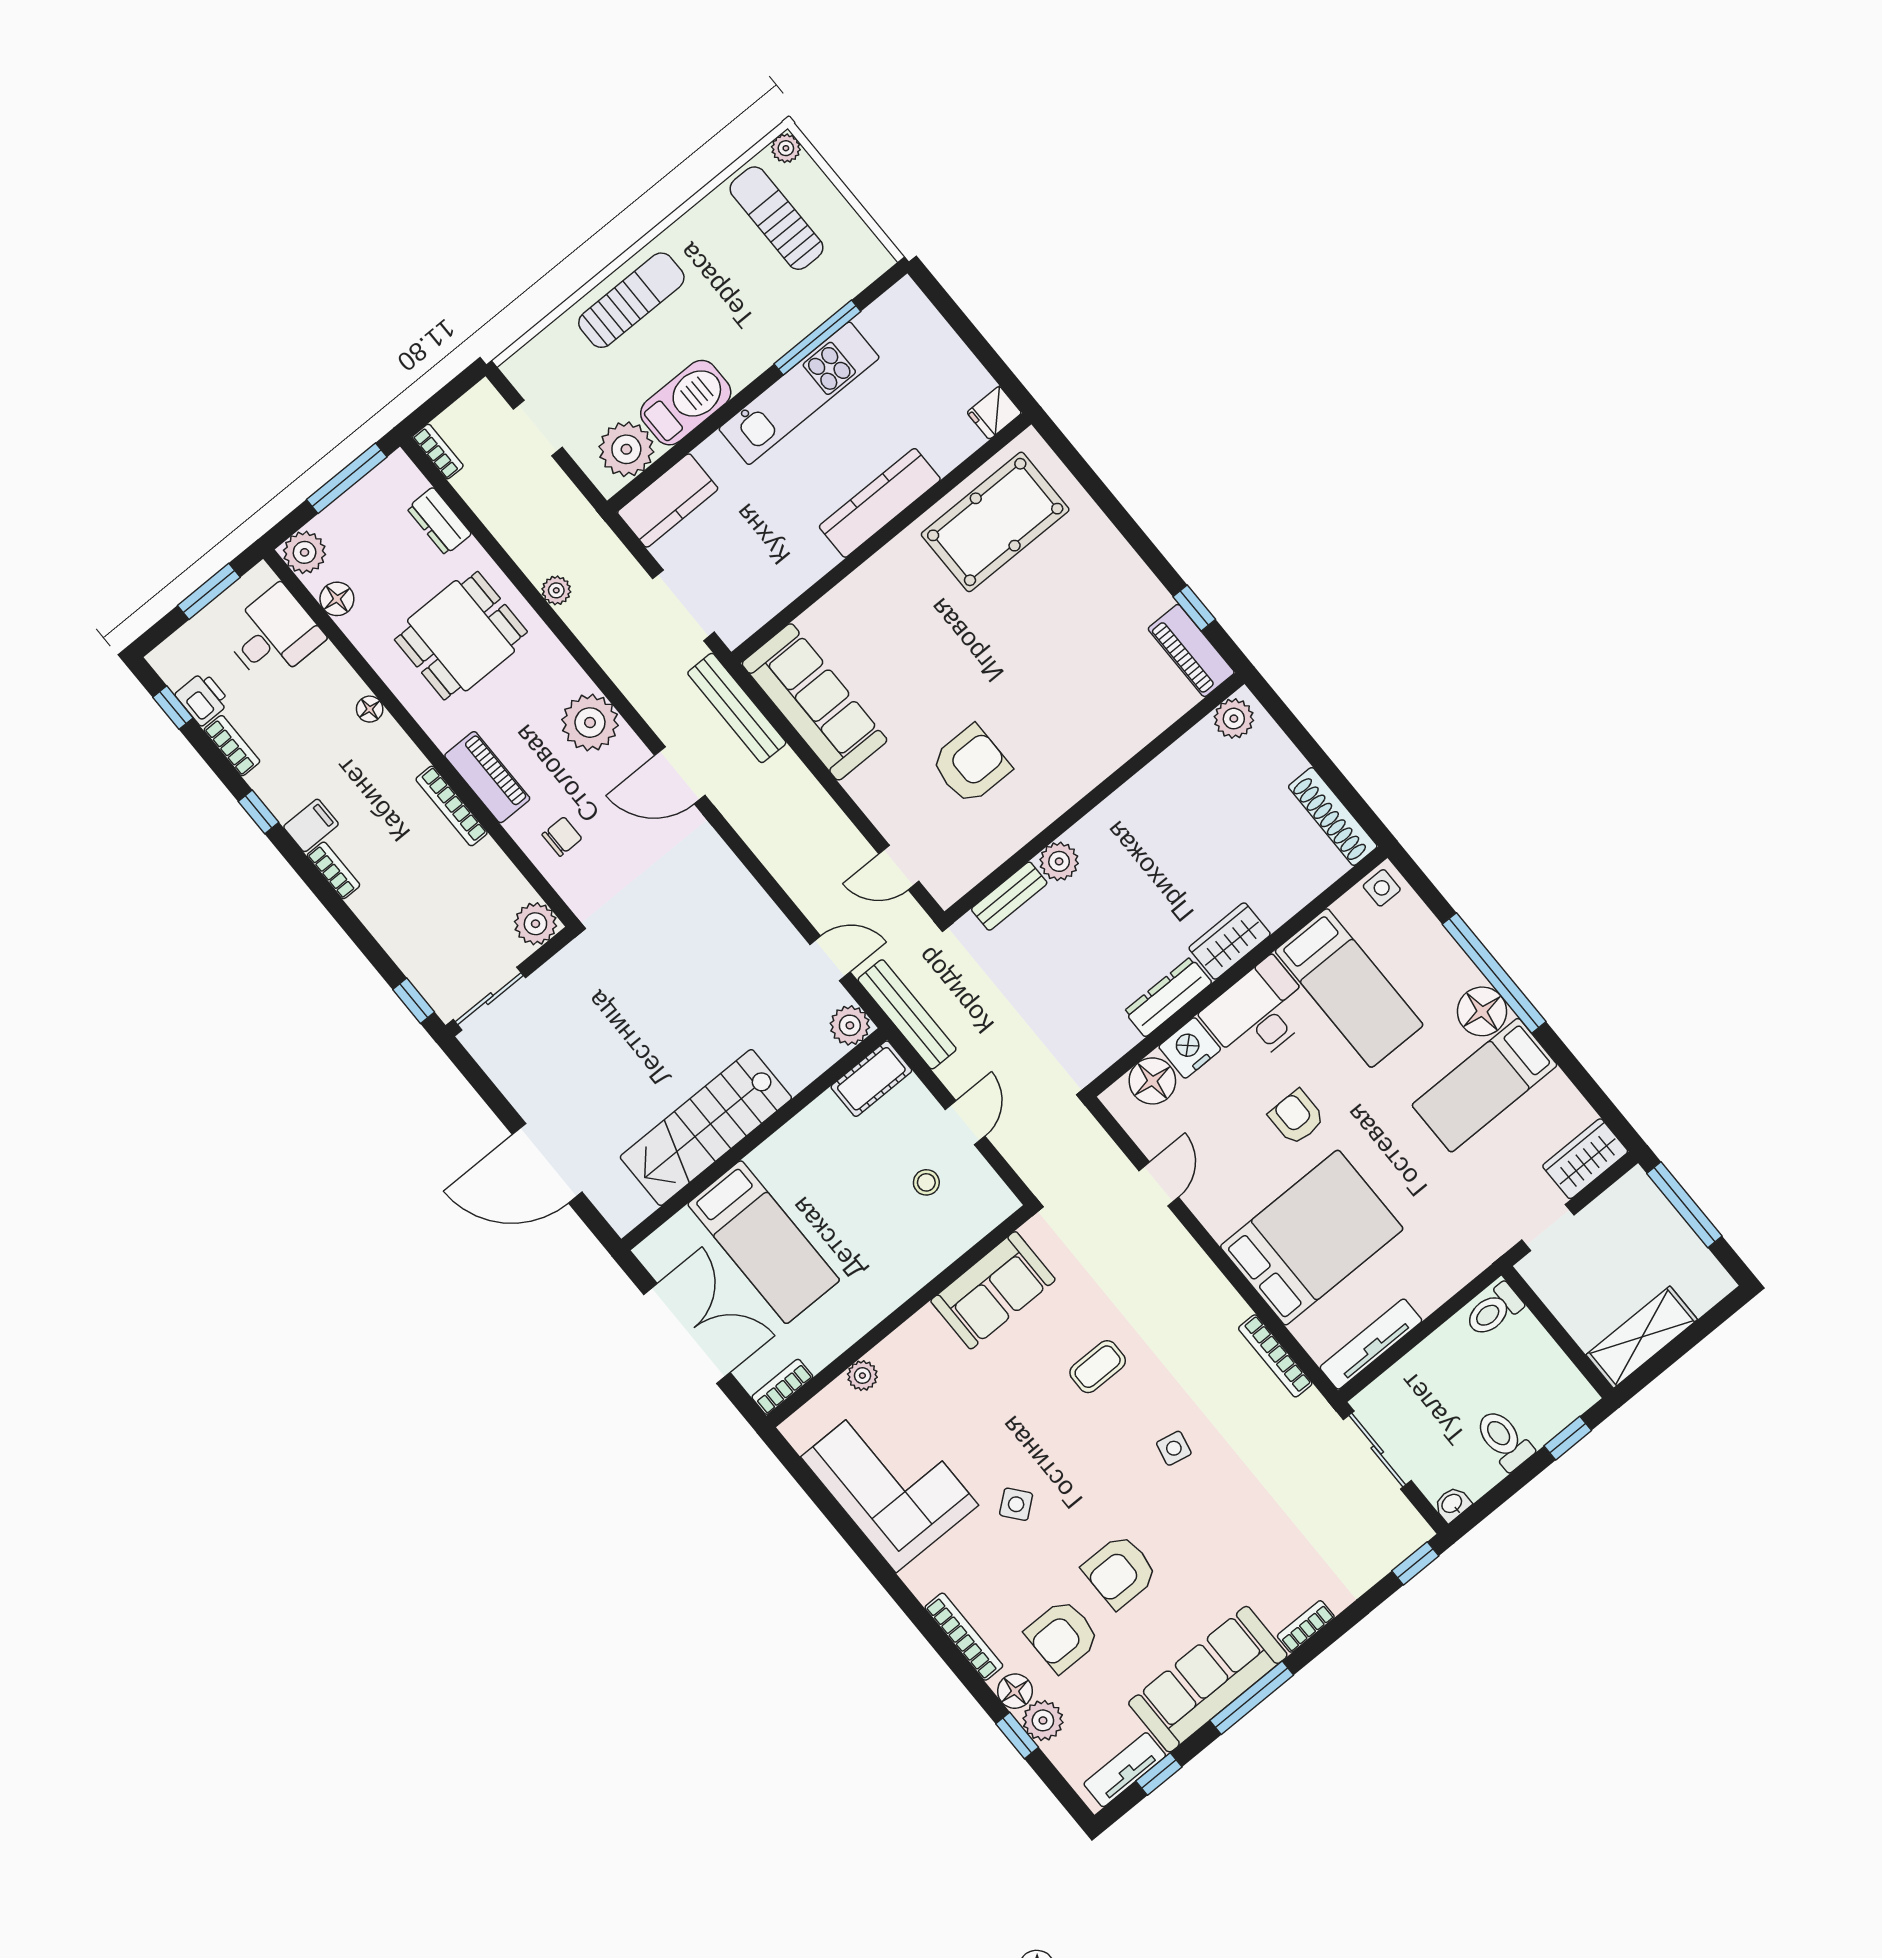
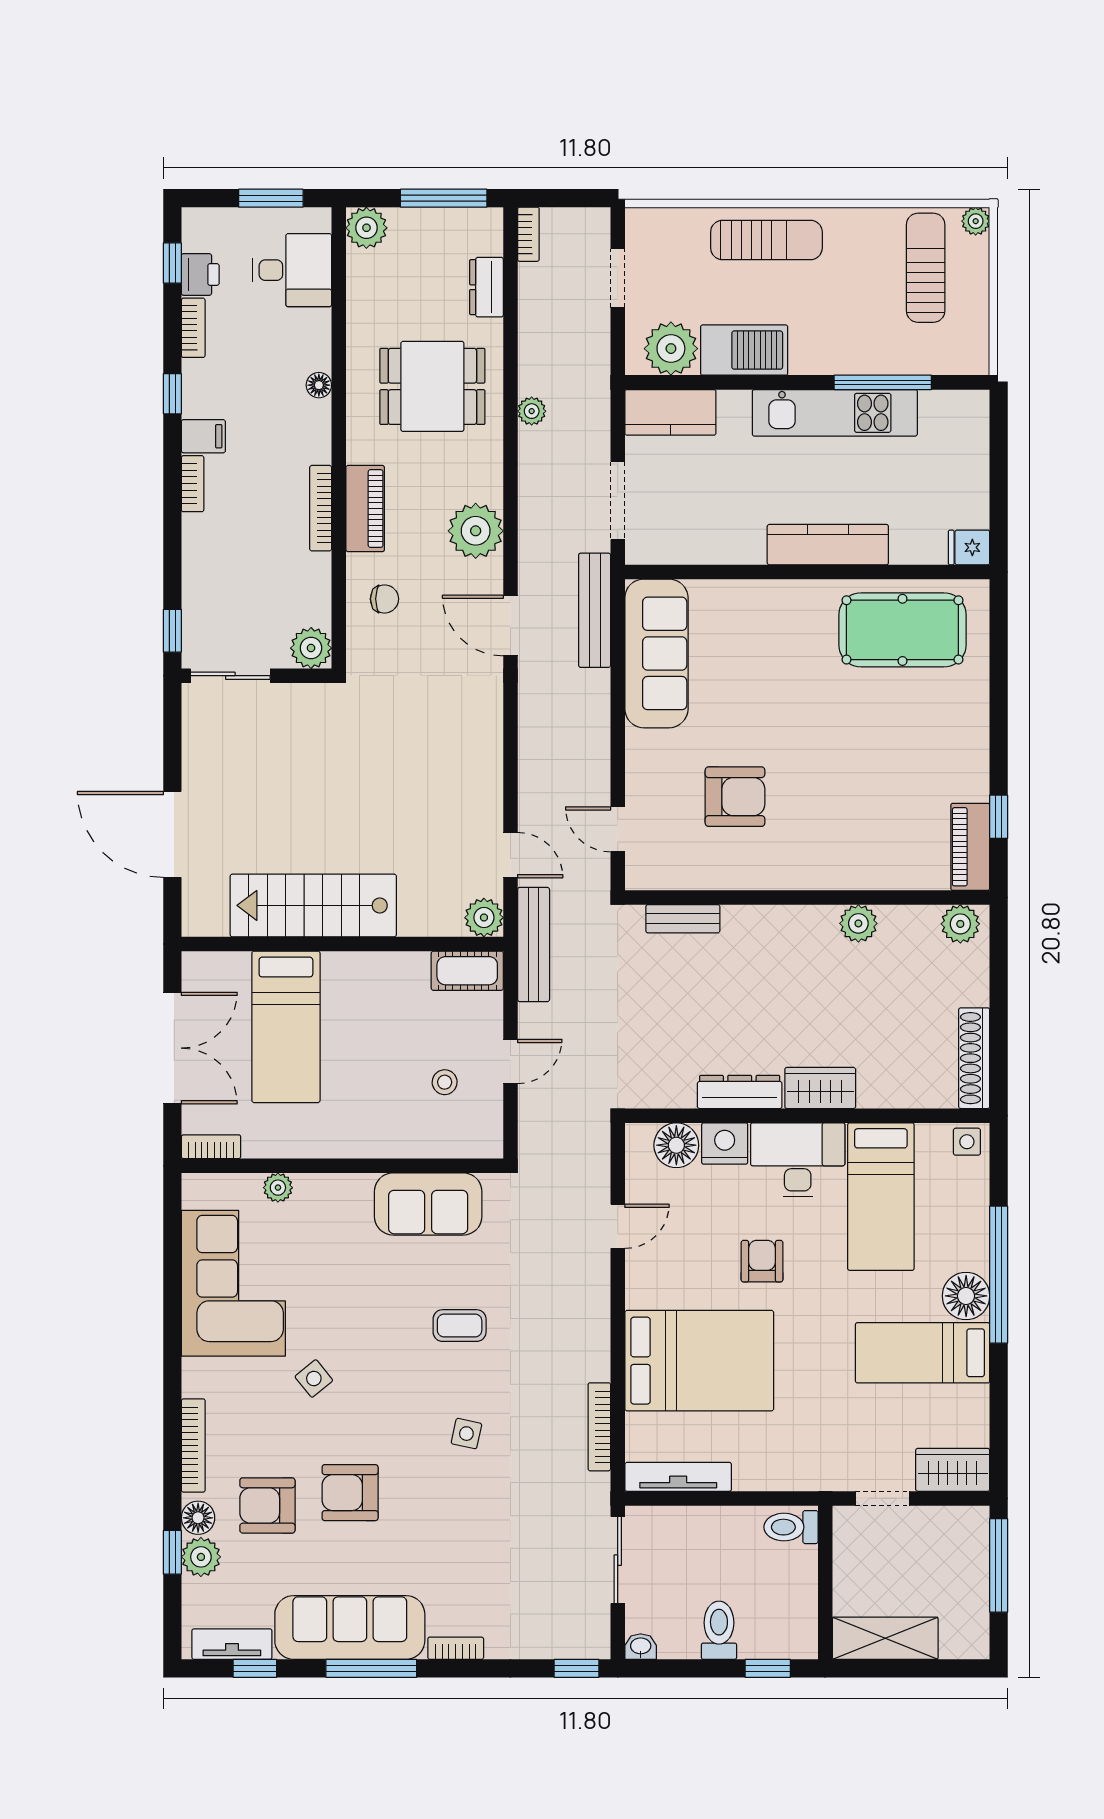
floor lamp: (337, 599) -> (362, 283), removed
plant: (1059, 861) -> (858, 923), moved

